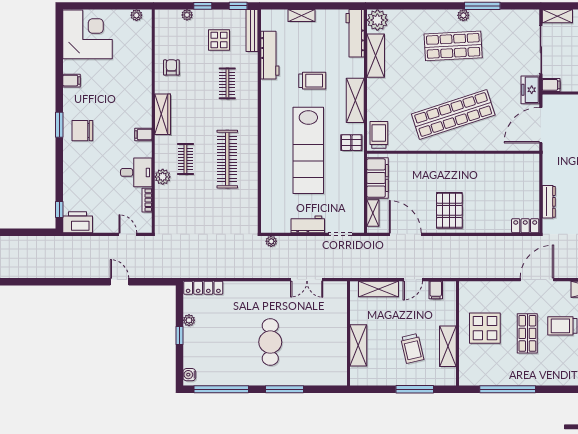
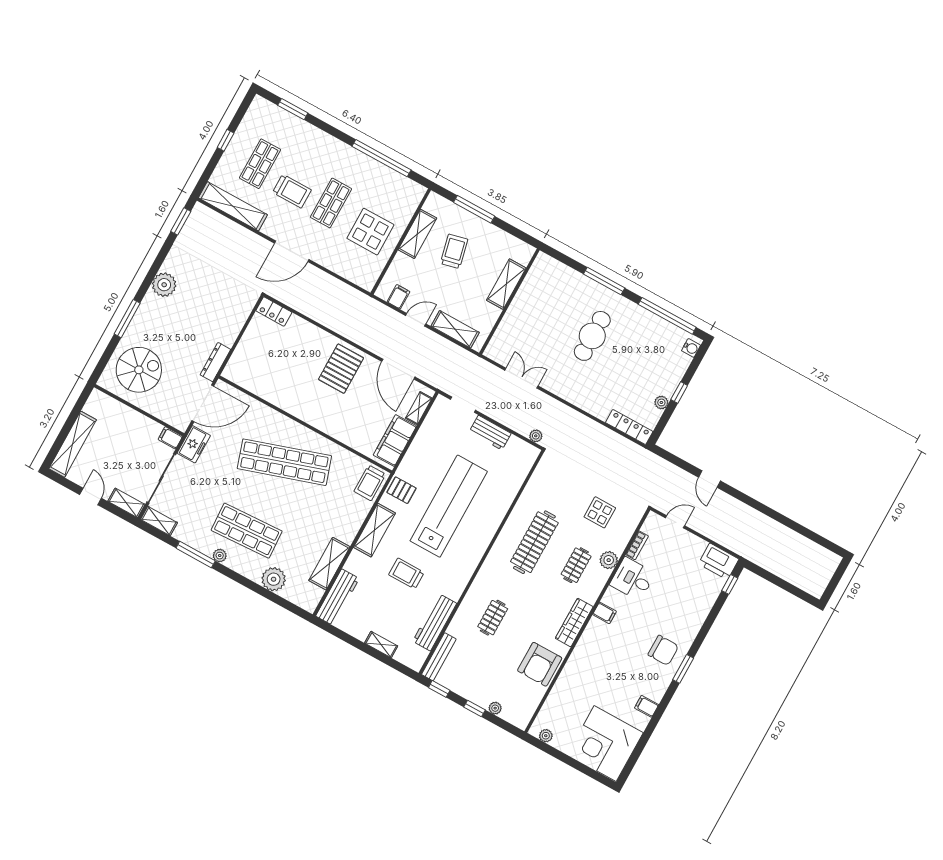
shelving: (525, 16) -> (159, 521), added
plant: (377, 20) -> (274, 579), moved
display table: (219, 40) -> (600, 512), moved
armchair: (171, 67) -> (540, 664), width x1.88, depth x1.88
dresser: (549, 202) -> (215, 362), moved
door: (128, 234) -> (675, 522), swing flipped

